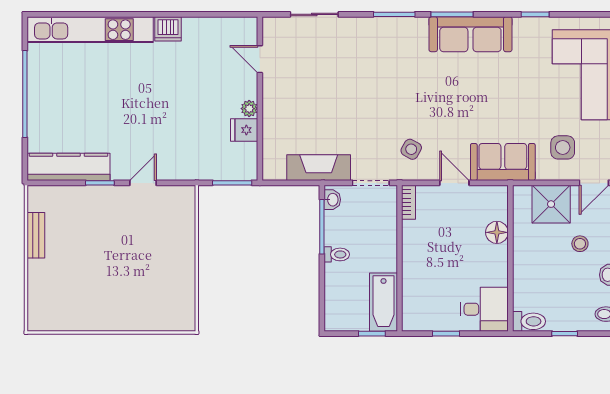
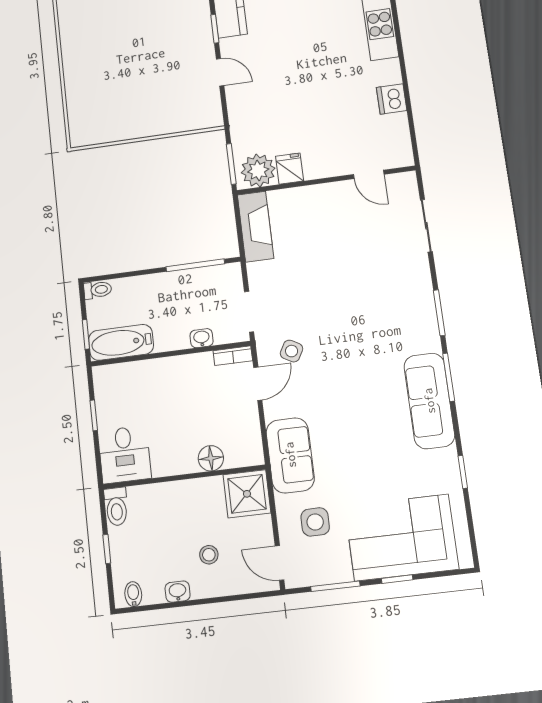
dishwasher: (168, 29) -> (392, 99), moved
door: (260, 59) -> (369, 174), swing flipped
plant: (249, 109) -> (258, 170), moved, width x1.88, depth x1.88
fireplace: (319, 168) -> (256, 227), moved
door: (454, 183) -> (258, 384), moved
washbasin: (332, 200) -> (202, 338), moved, turned 180
shower: (551, 204) -> (247, 494), moved
toilet: (337, 254) -> (98, 290), moved, turned -90

